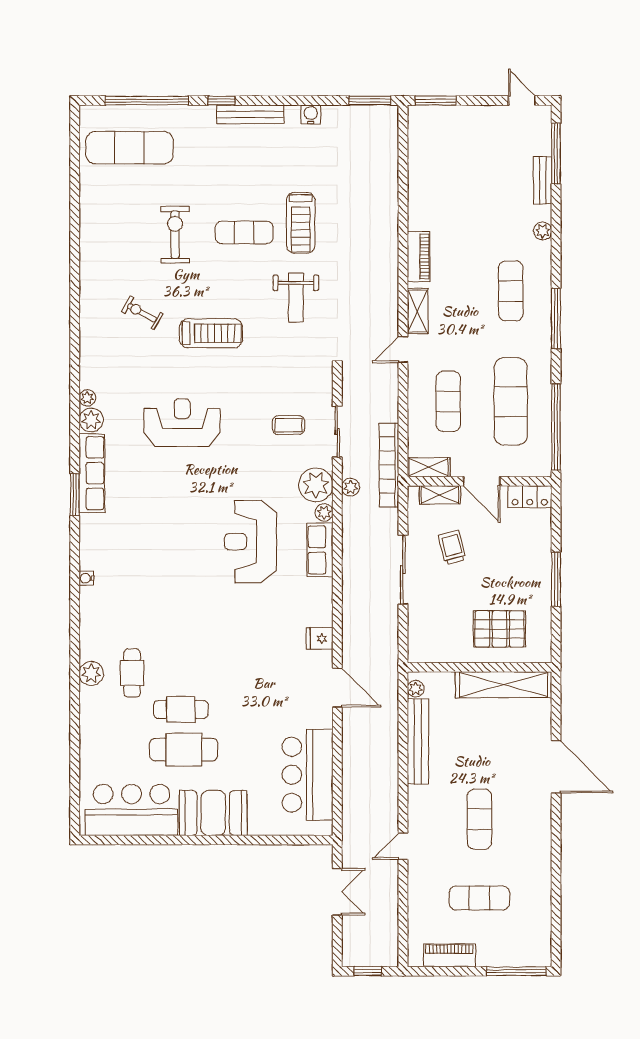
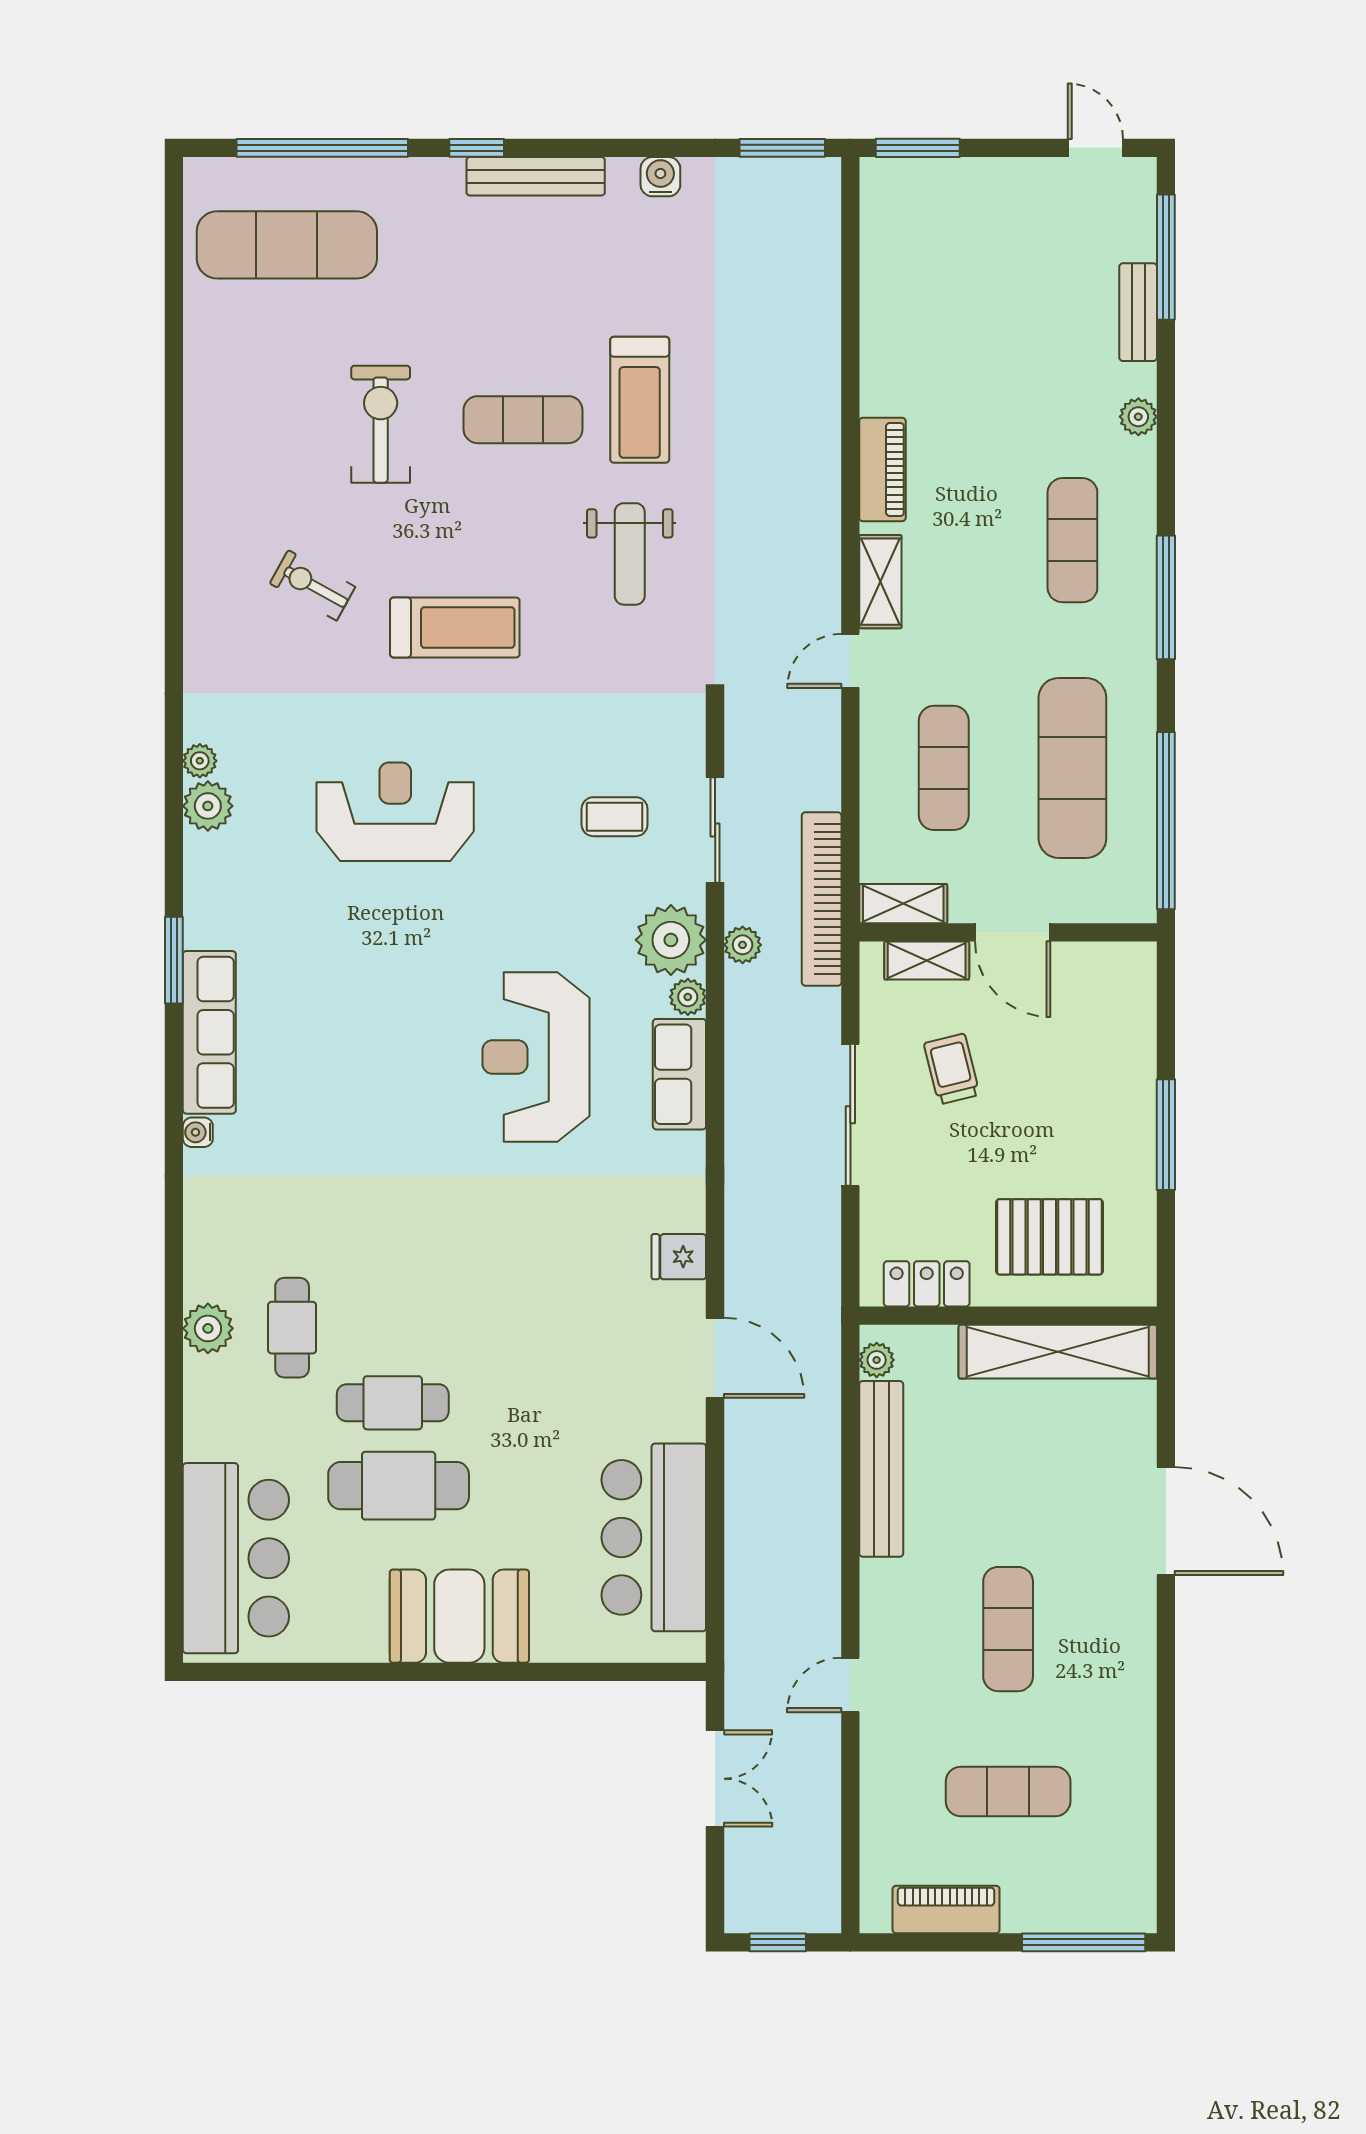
row of seats: (92, 473) -> (209, 1032), moved
locker: (530, 497) -> (927, 1284), moved, turned 180
bar counter: (132, 810) -> (236, 1558), moved, turned 90

